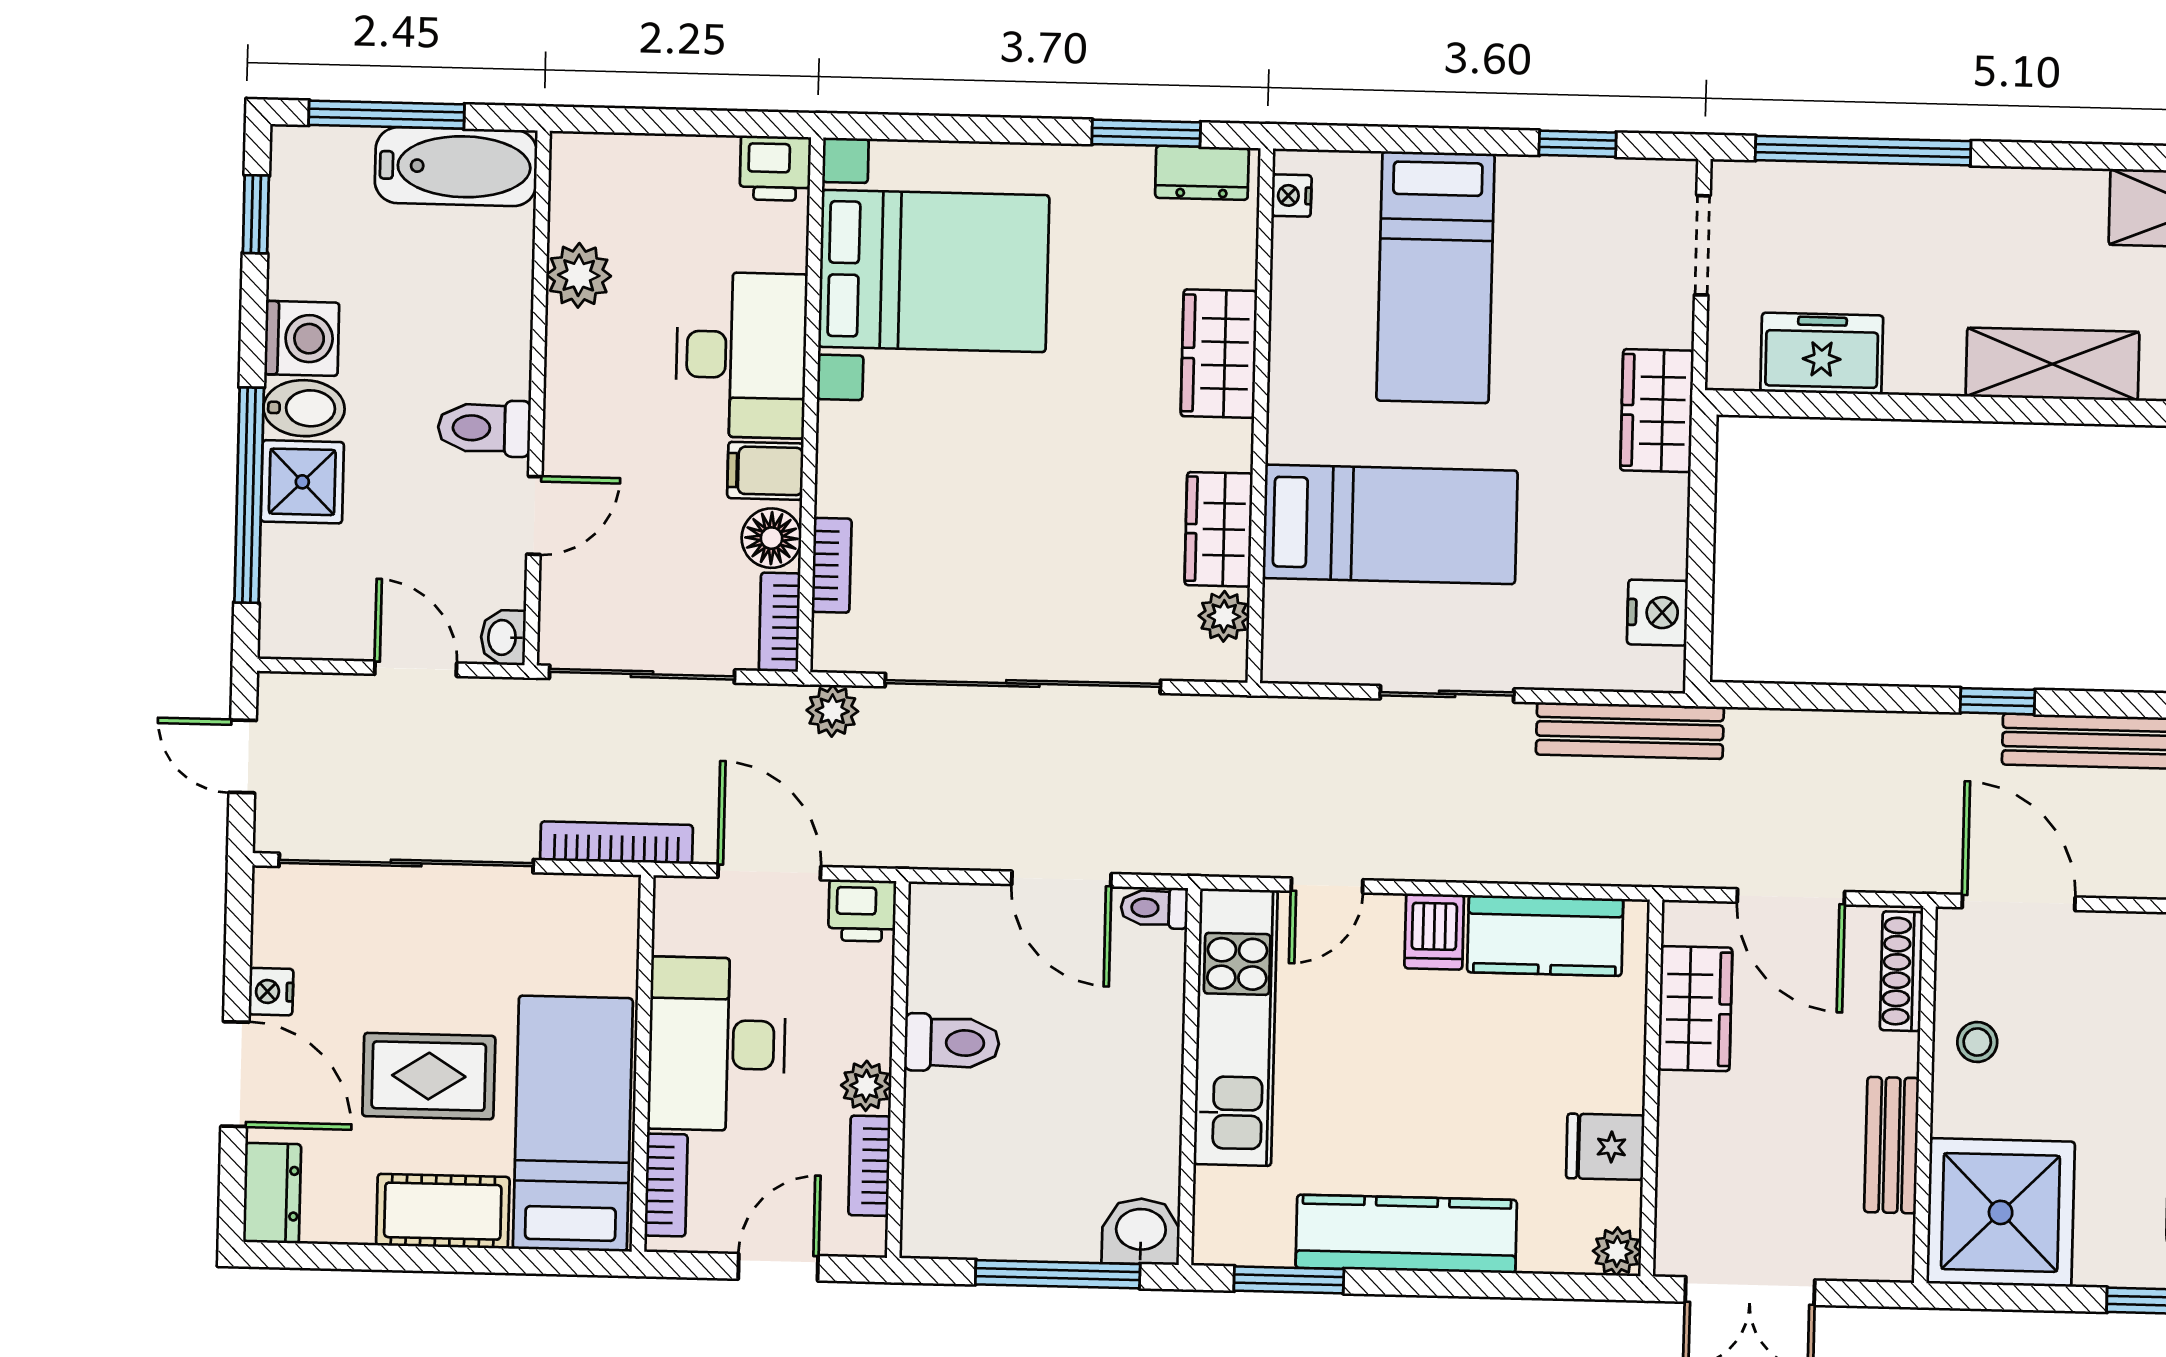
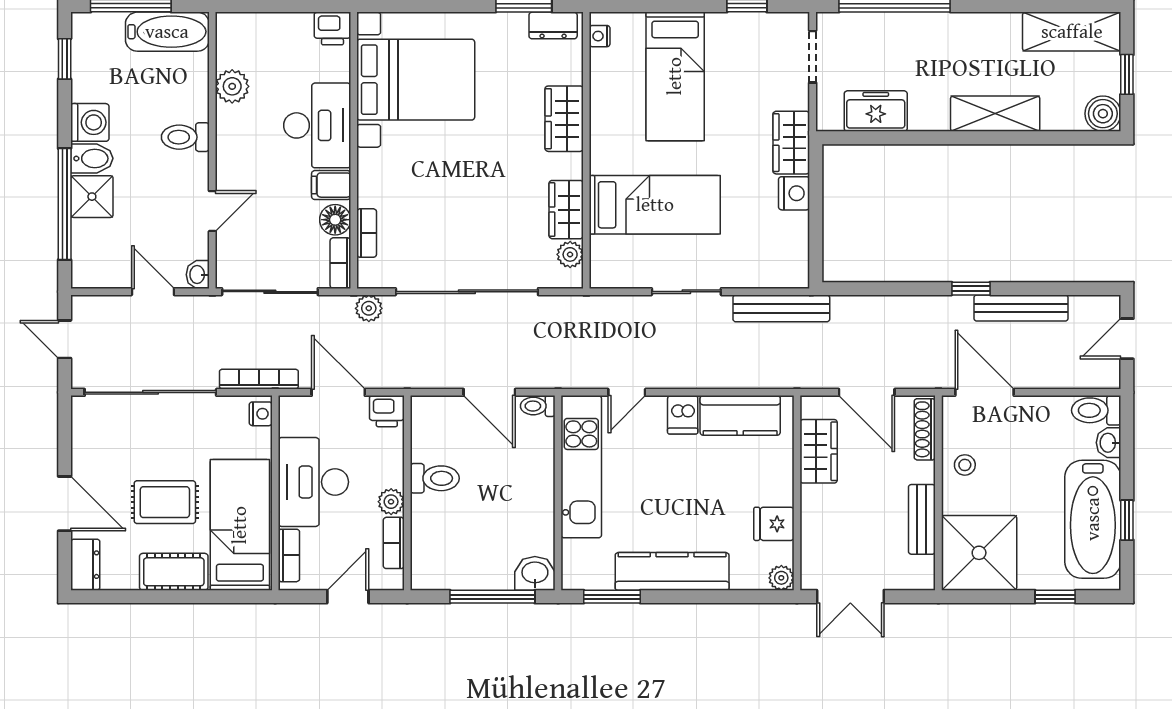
toilet: (484, 428) -> (185, 137), moved
nightstand: (1657, 613) -> (794, 193), moved
nightstand: (271, 992) -> (261, 414), moved, turned 180

